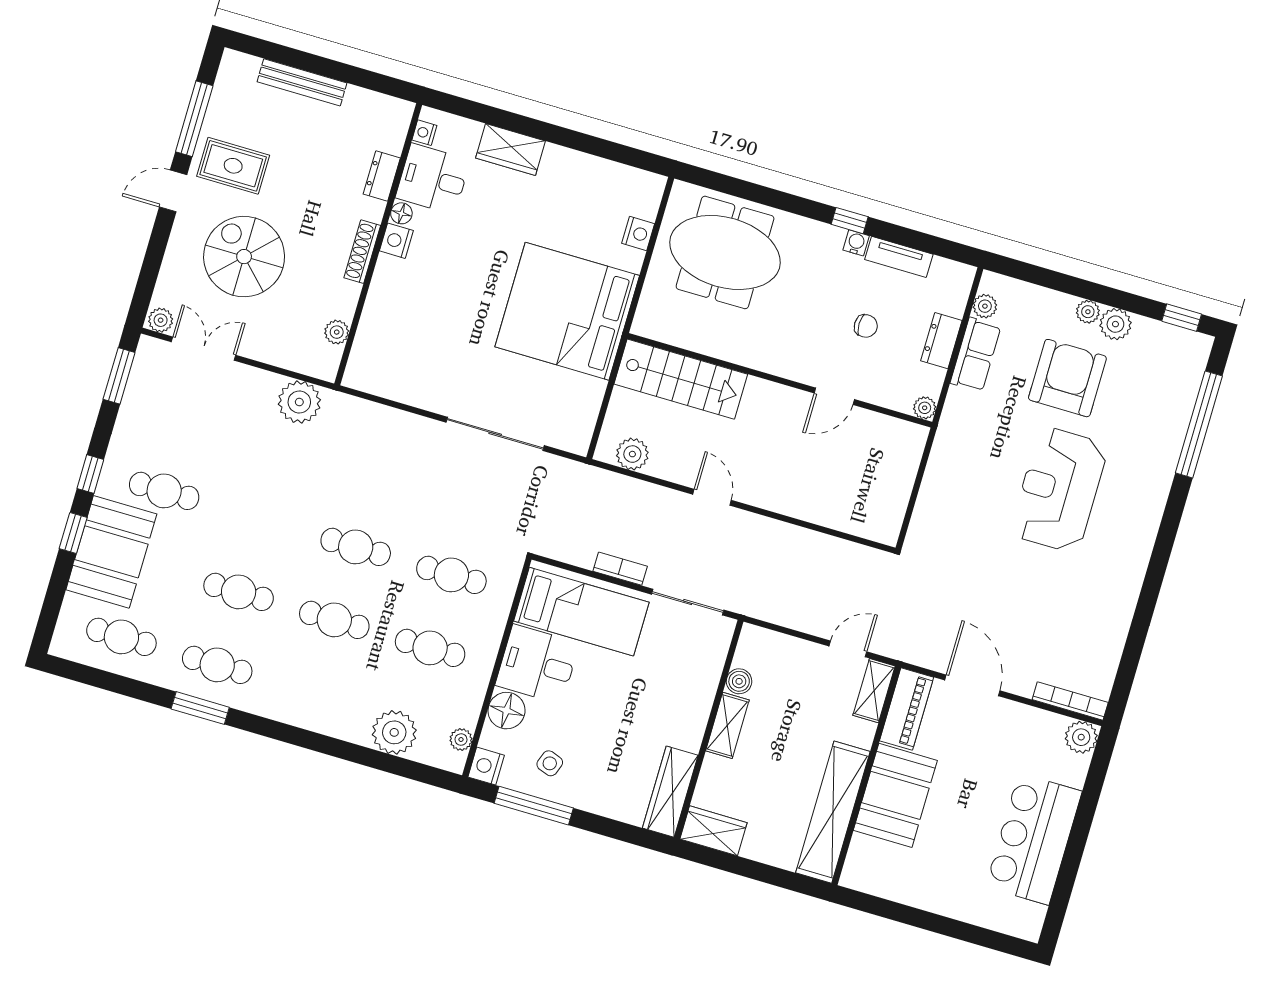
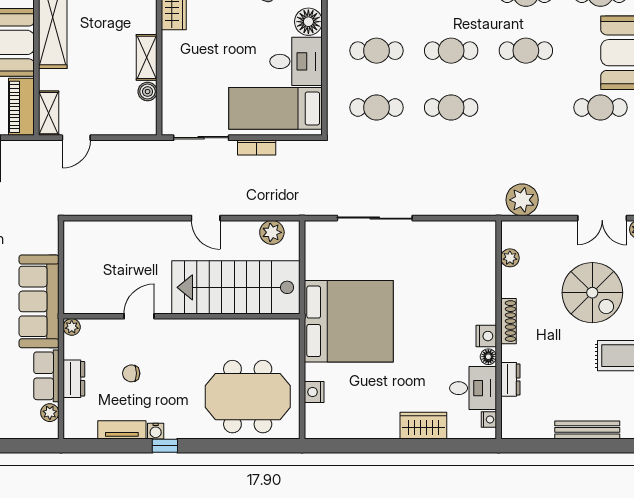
stairs: (681, 379) -> (236, 287), width x1.36, depth x1.51
sofa: (957, 453) -> (39, 301), added

